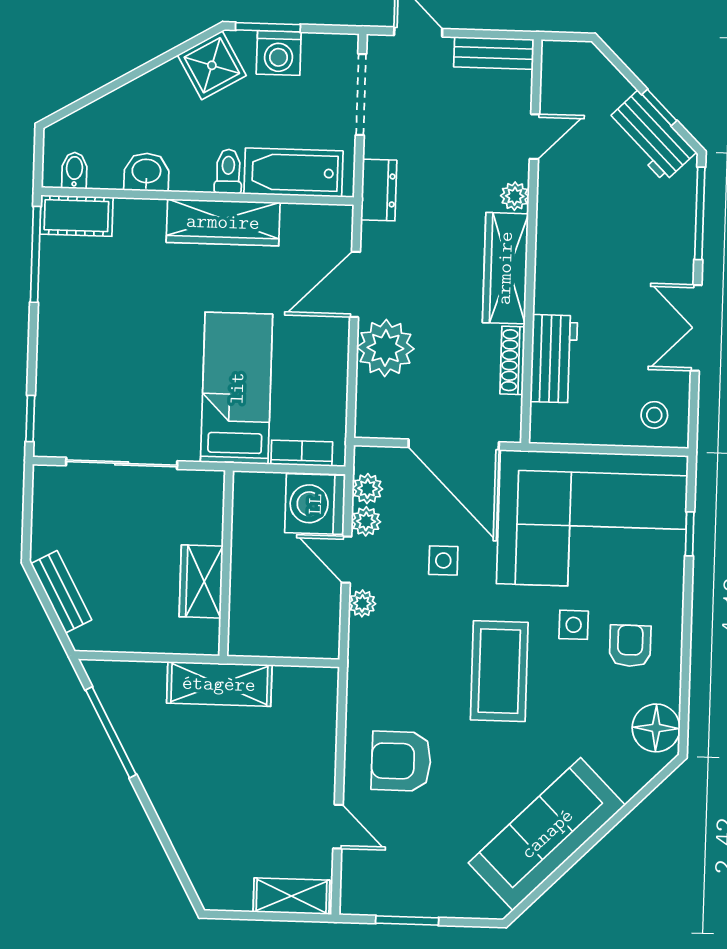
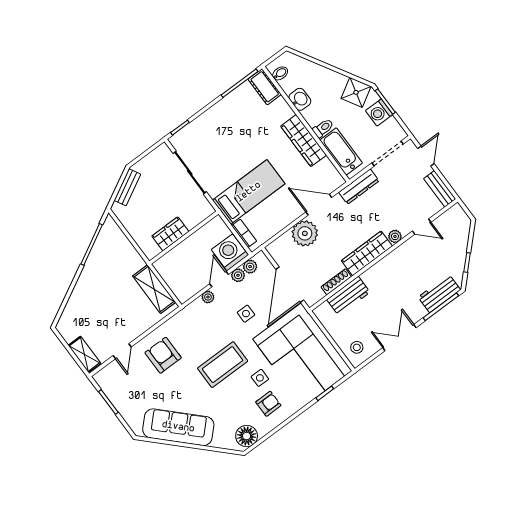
workbench: (651, 136) -> (439, 293), moved, turned 45
dresser: (379, 190) -> (359, 187), width x1.44
shelving: (219, 684) -> (154, 289), moved

